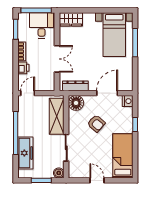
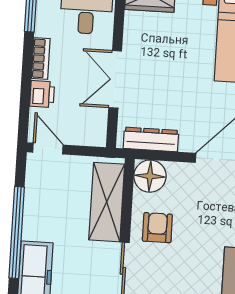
double door: (57, 59) -> (115, 79), swing flipped
door: (28, 93) -> (48, 149), hinge flipped
armchair: (96, 123) -> (157, 228), moved, turned -131

